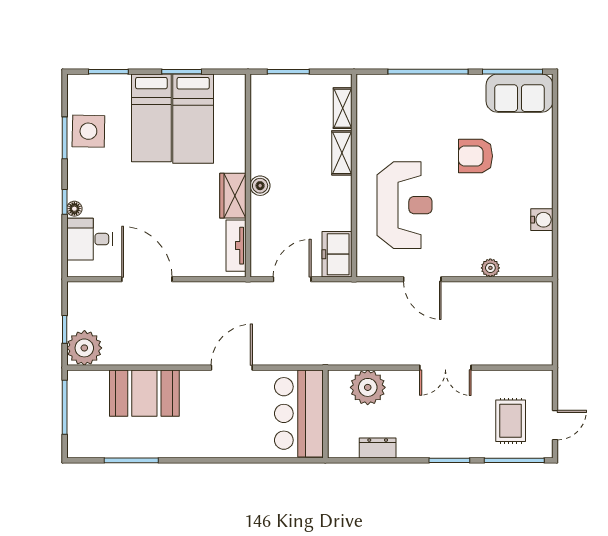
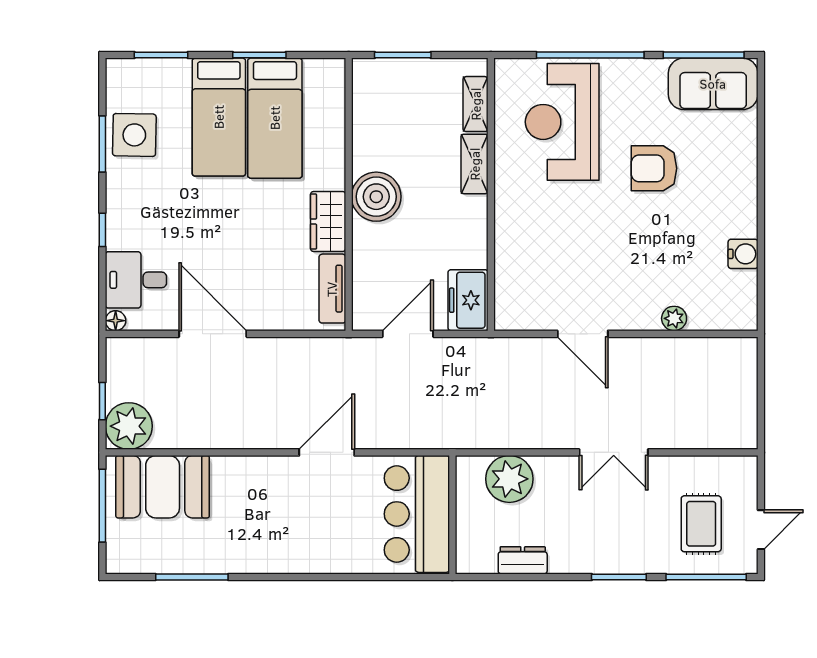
boiler: (260, 186) -> (376, 197), width x1.86, depth x1.86
reception desk: (405, 205) -> (562, 122), moved, turned 180
floor lamp: (74, 209) -> (116, 321), moved
booth: (144, 393) -> (163, 487), moved

